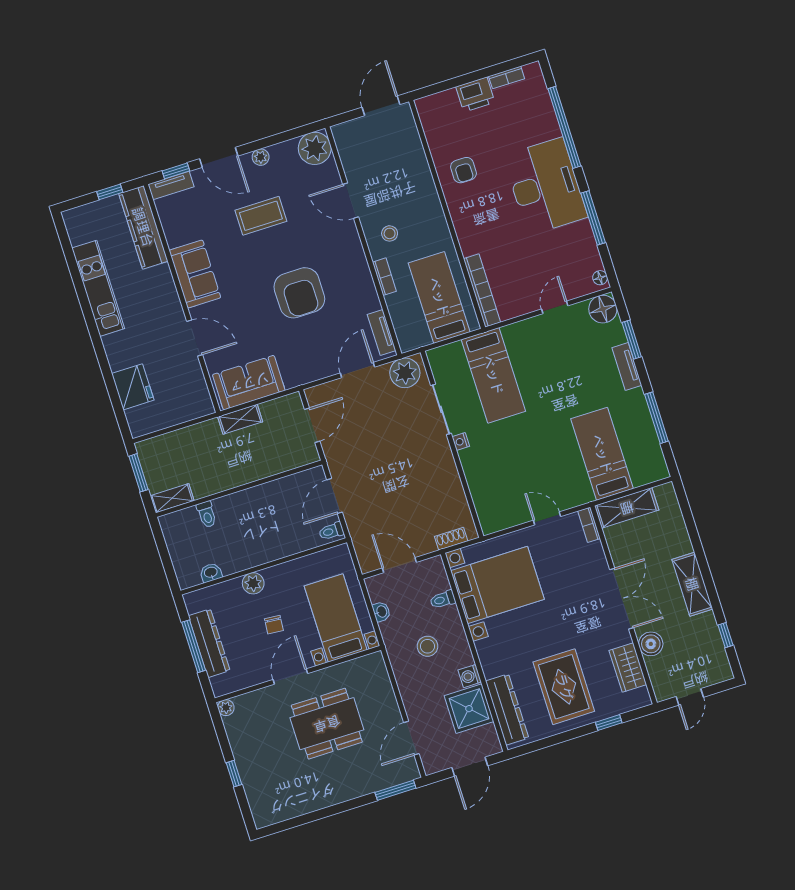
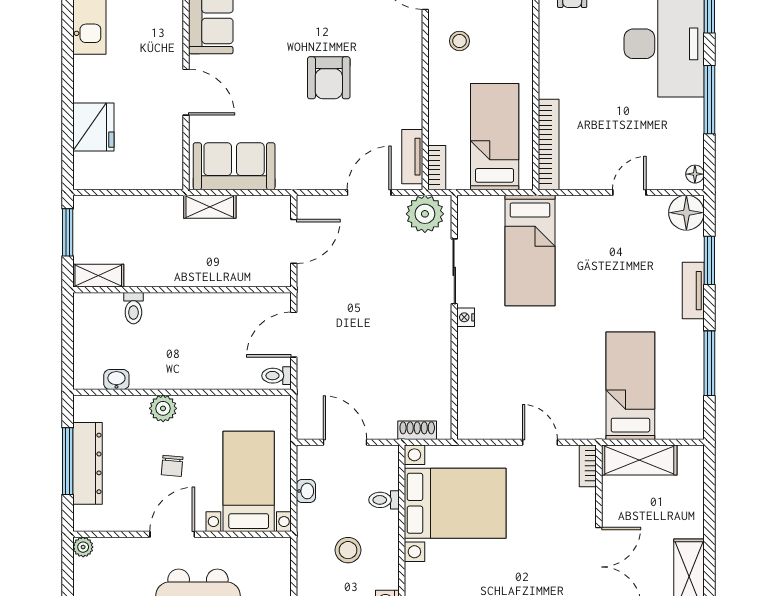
bookcase: (384, 277) -> (437, 168), moved
armchair: (299, 293) -> (329, 78), width x0.73, depth x0.73

